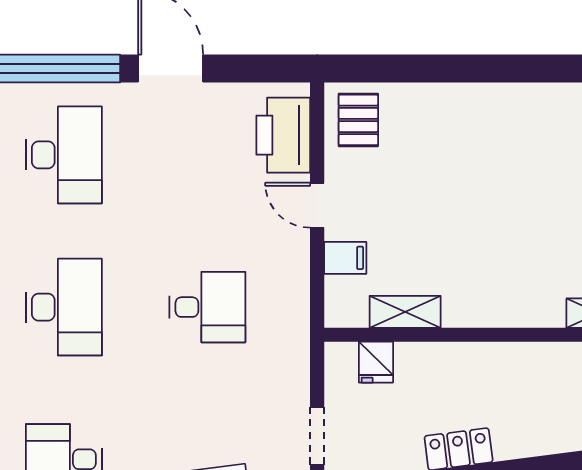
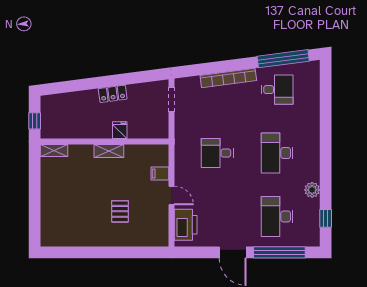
pallet: (358, 120) -> (120, 211), moved
shelving: (405, 312) -> (109, 151), moved
fridge: (376, 362) -> (120, 130), moved

